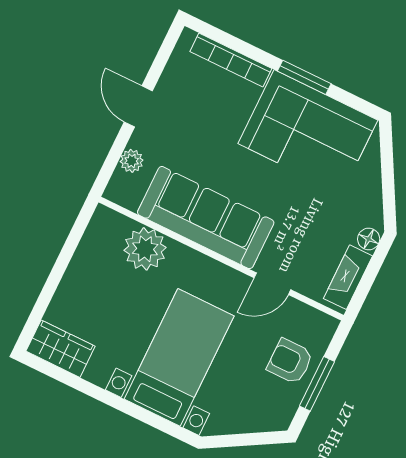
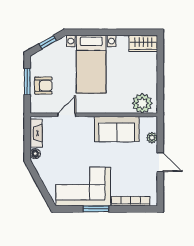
sofa: (206, 218) -> (117, 129), width x0.73
plant: (145, 249) -> (142, 103), moved
window: (241, 440) -> (48, 42), added

